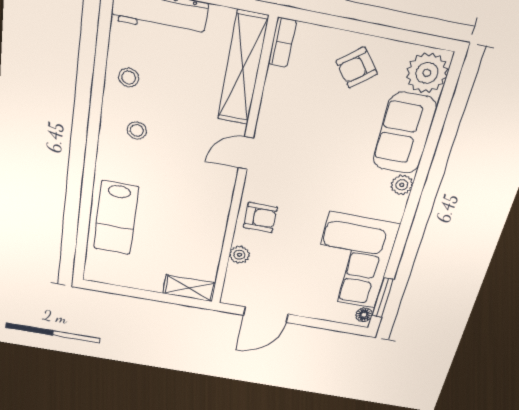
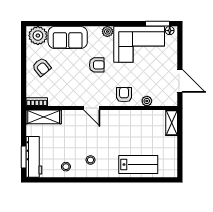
shelving: (243, 68) -> (44, 117), width x0.68
armchair: (332, 179) -> (97, 65), added
plant: (402, 185) -> (107, 32), moved

